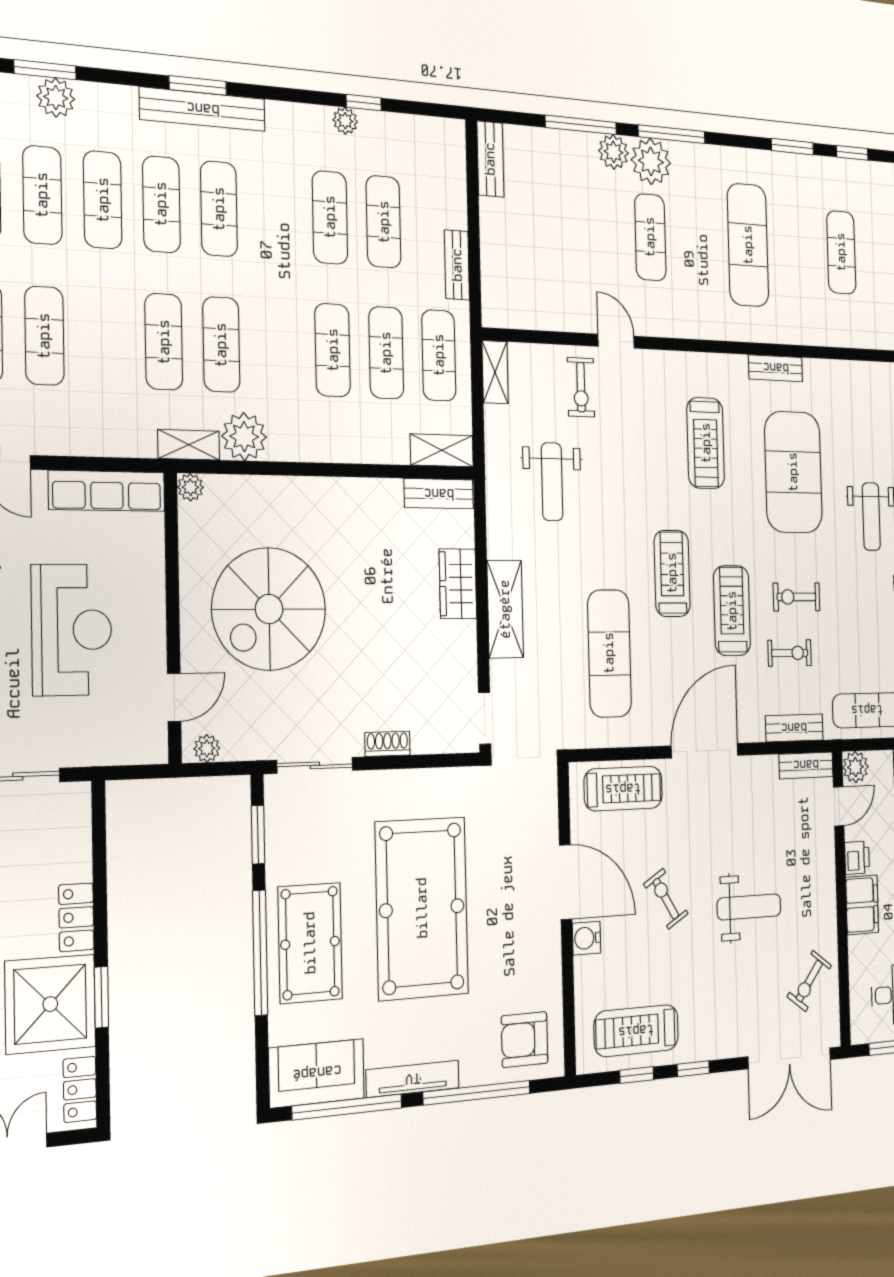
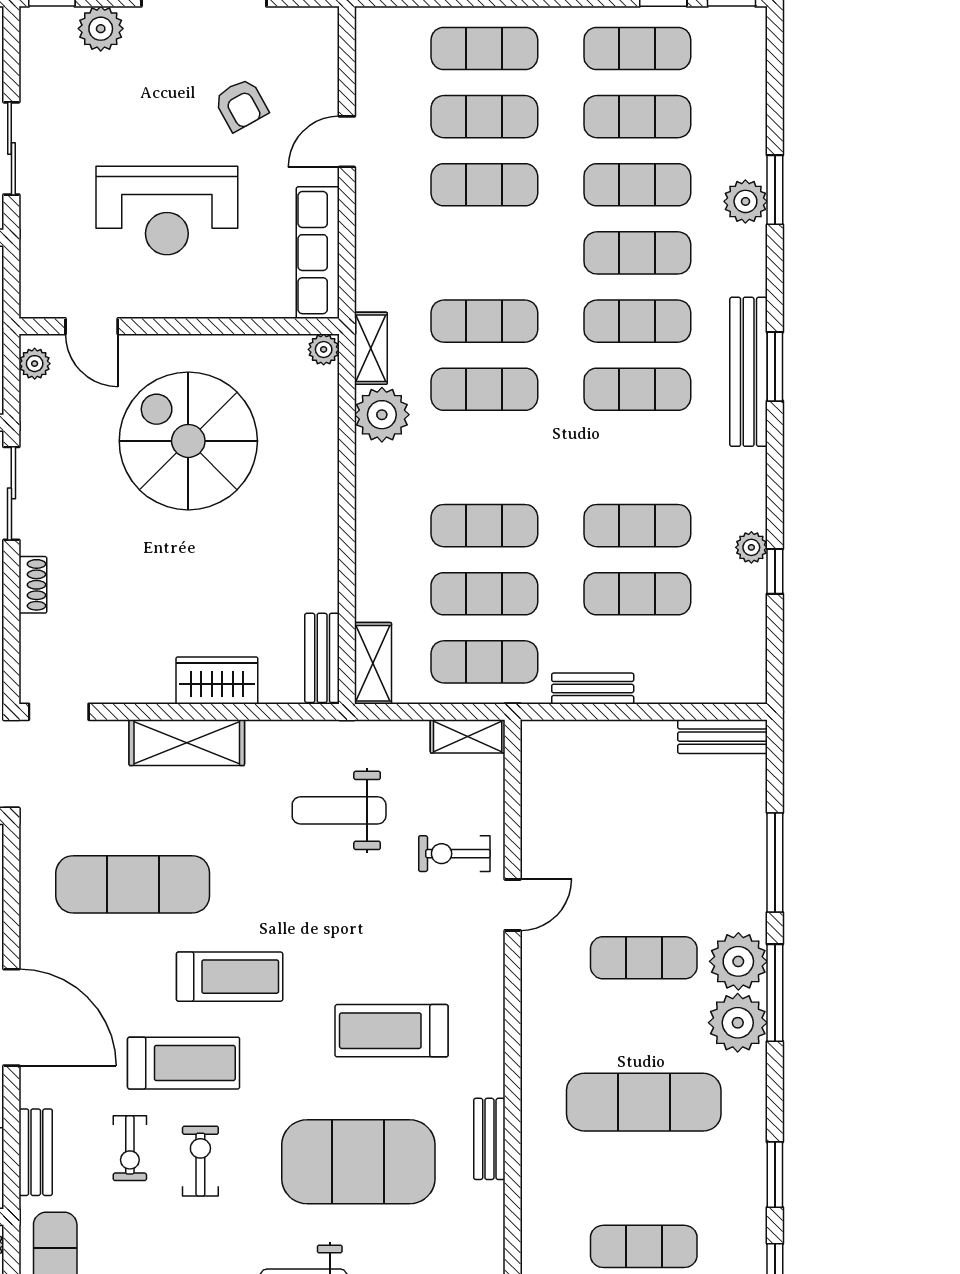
plant: (613, 152) -> (738, 1023), moved, width x1.36, depth x1.36

